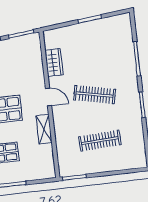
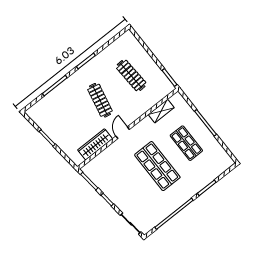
wardrobe: (54, 63) -> (95, 144), width x1.50
shelving: (44, 129) -> (161, 111), moved

